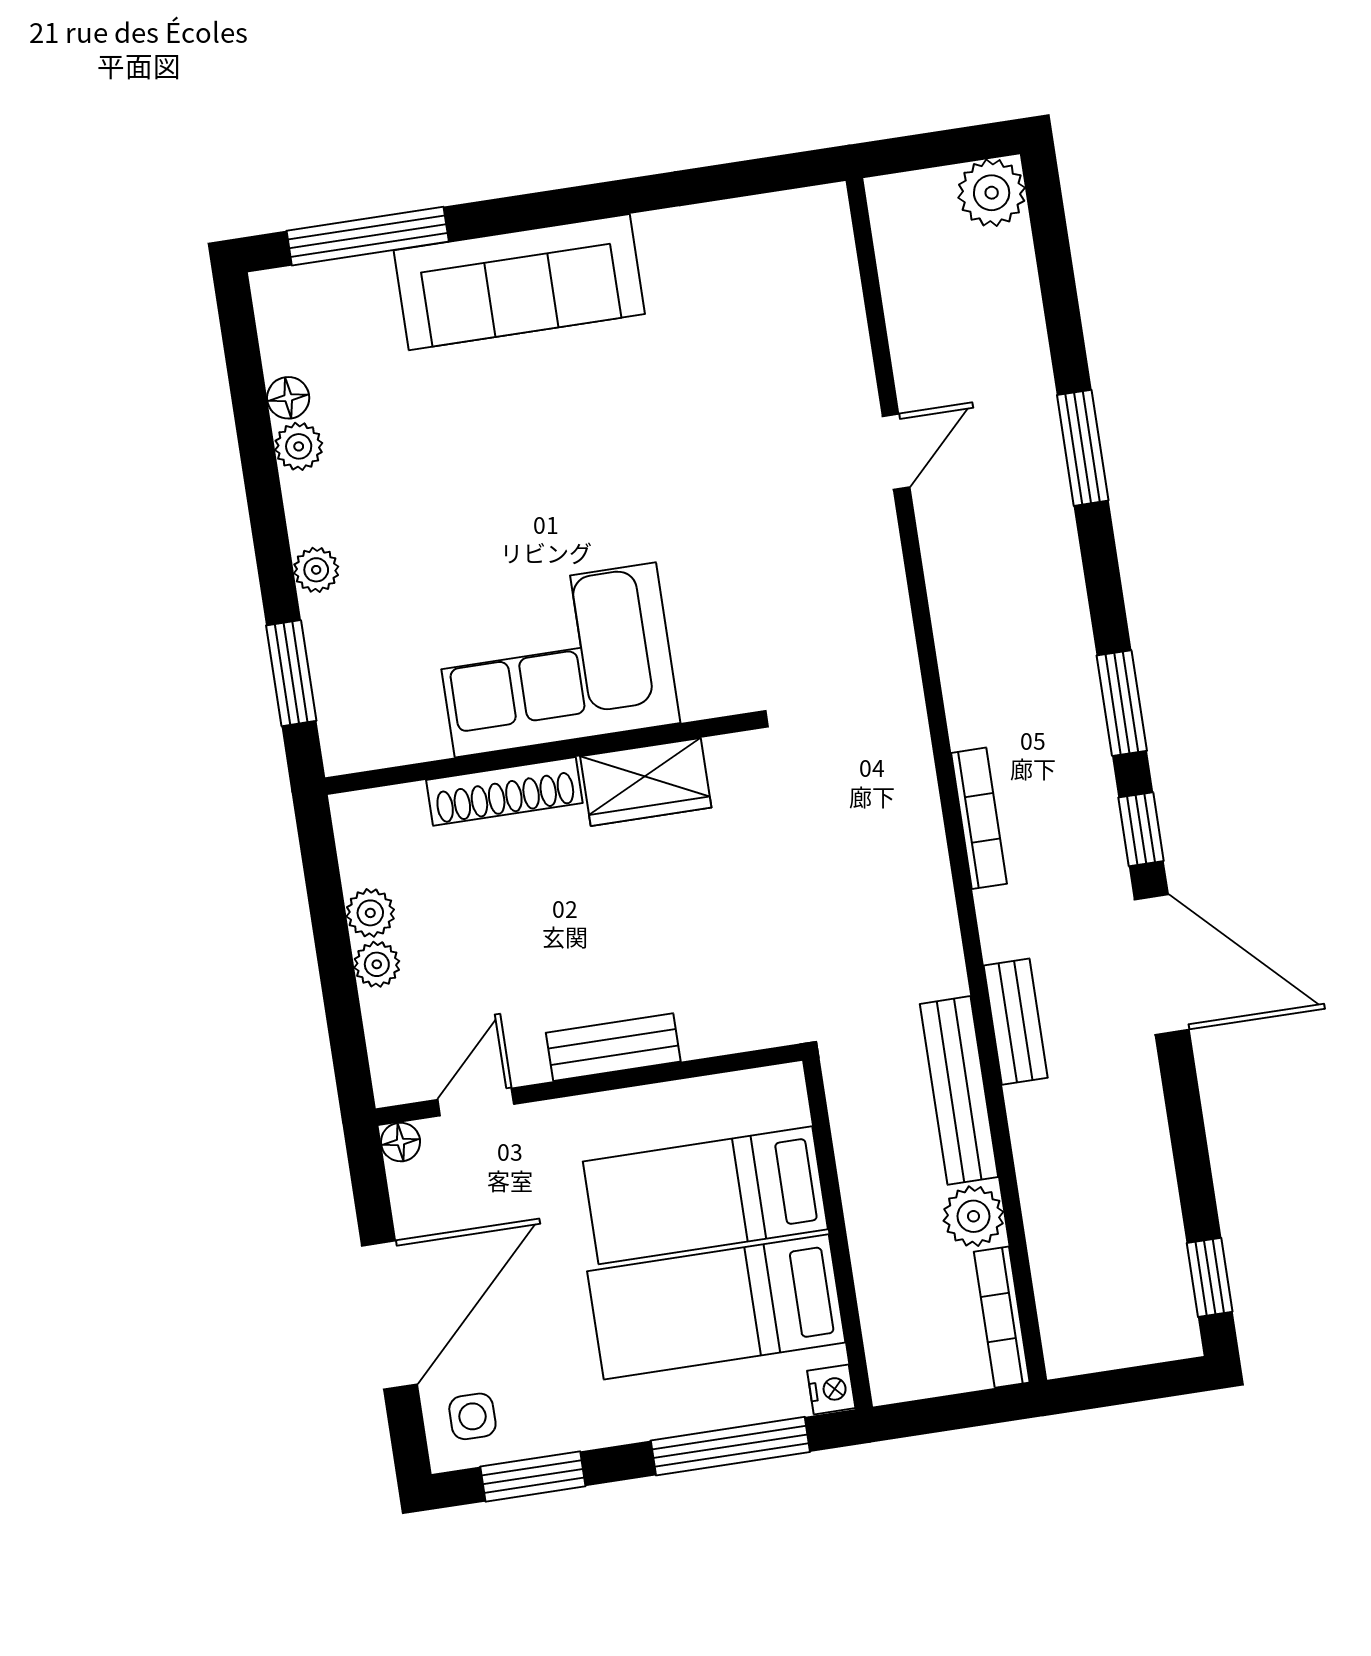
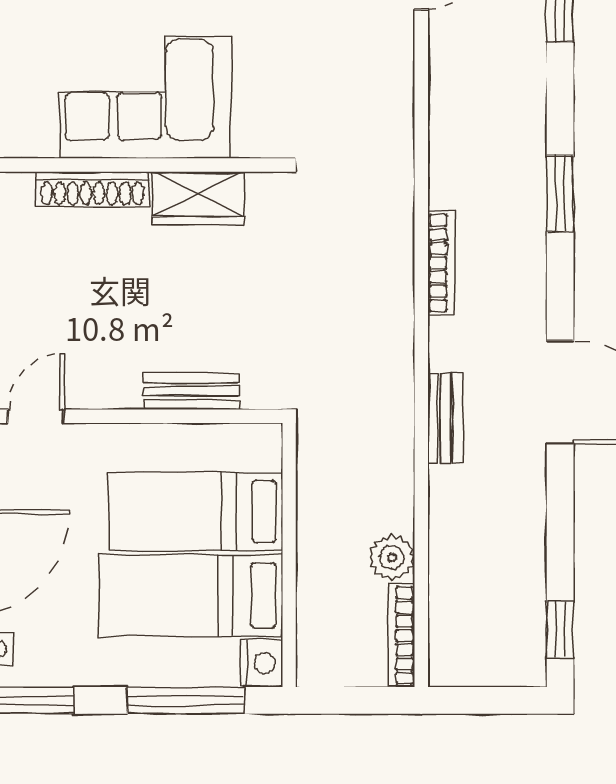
window: (1141, 829) -> (560, 289), removed
bench: (613, 1047) -> (192, 391), moved
bench: (959, 1090) -> (395, 462), removed
nightstand: (831, 1389) -> (261, 663), width x1.39, depth x1.35

